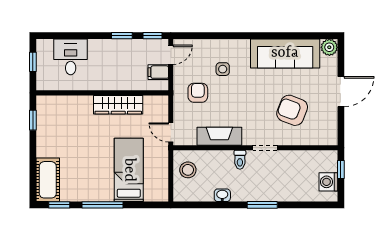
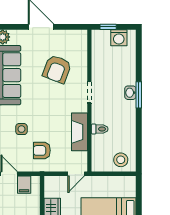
toilet: (240, 160) -> (100, 129), moved
stool: (188, 170) -> (121, 160), moved
washbasin: (222, 195) -> (130, 93), moved

